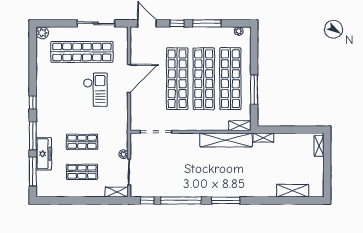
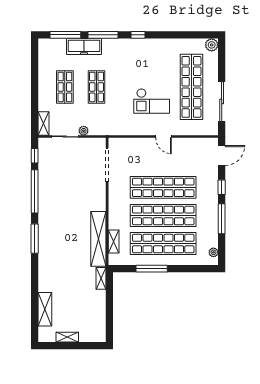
door: (129, 78) -> (164, 137), width x0.53
shelving: (240, 126) -> (114, 242), moved
shelving: (319, 146) -> (67, 337), moved

